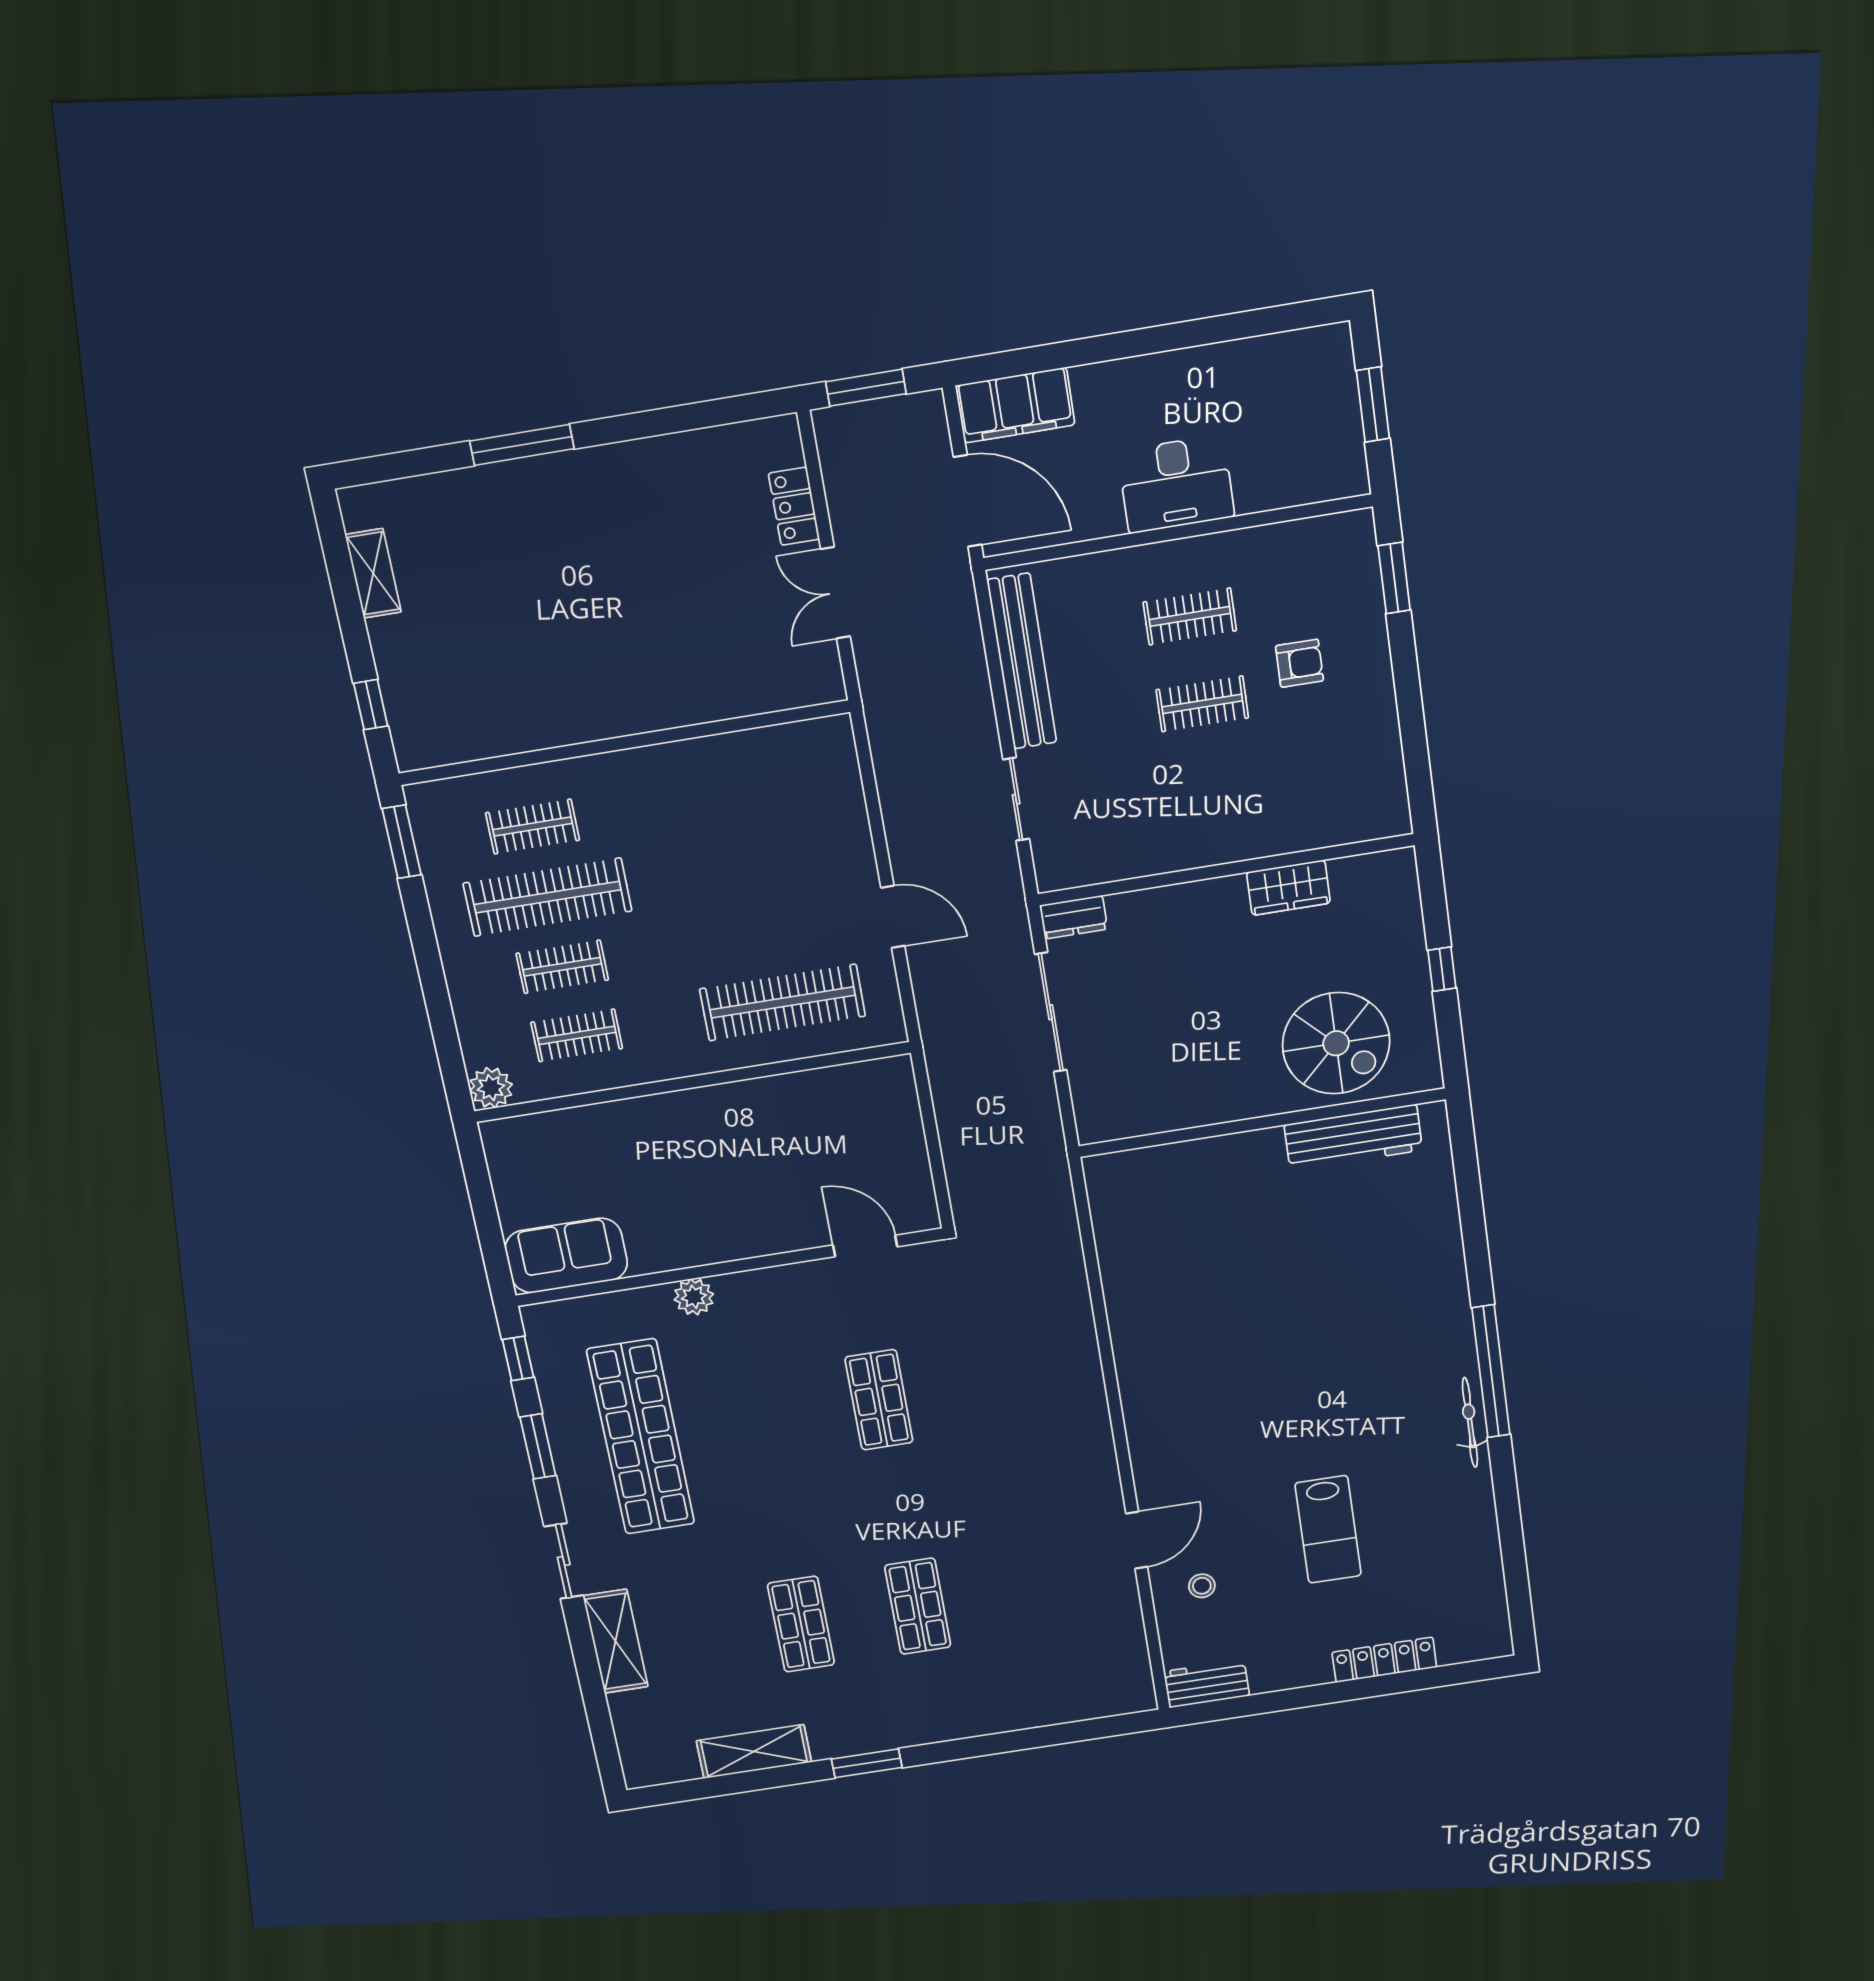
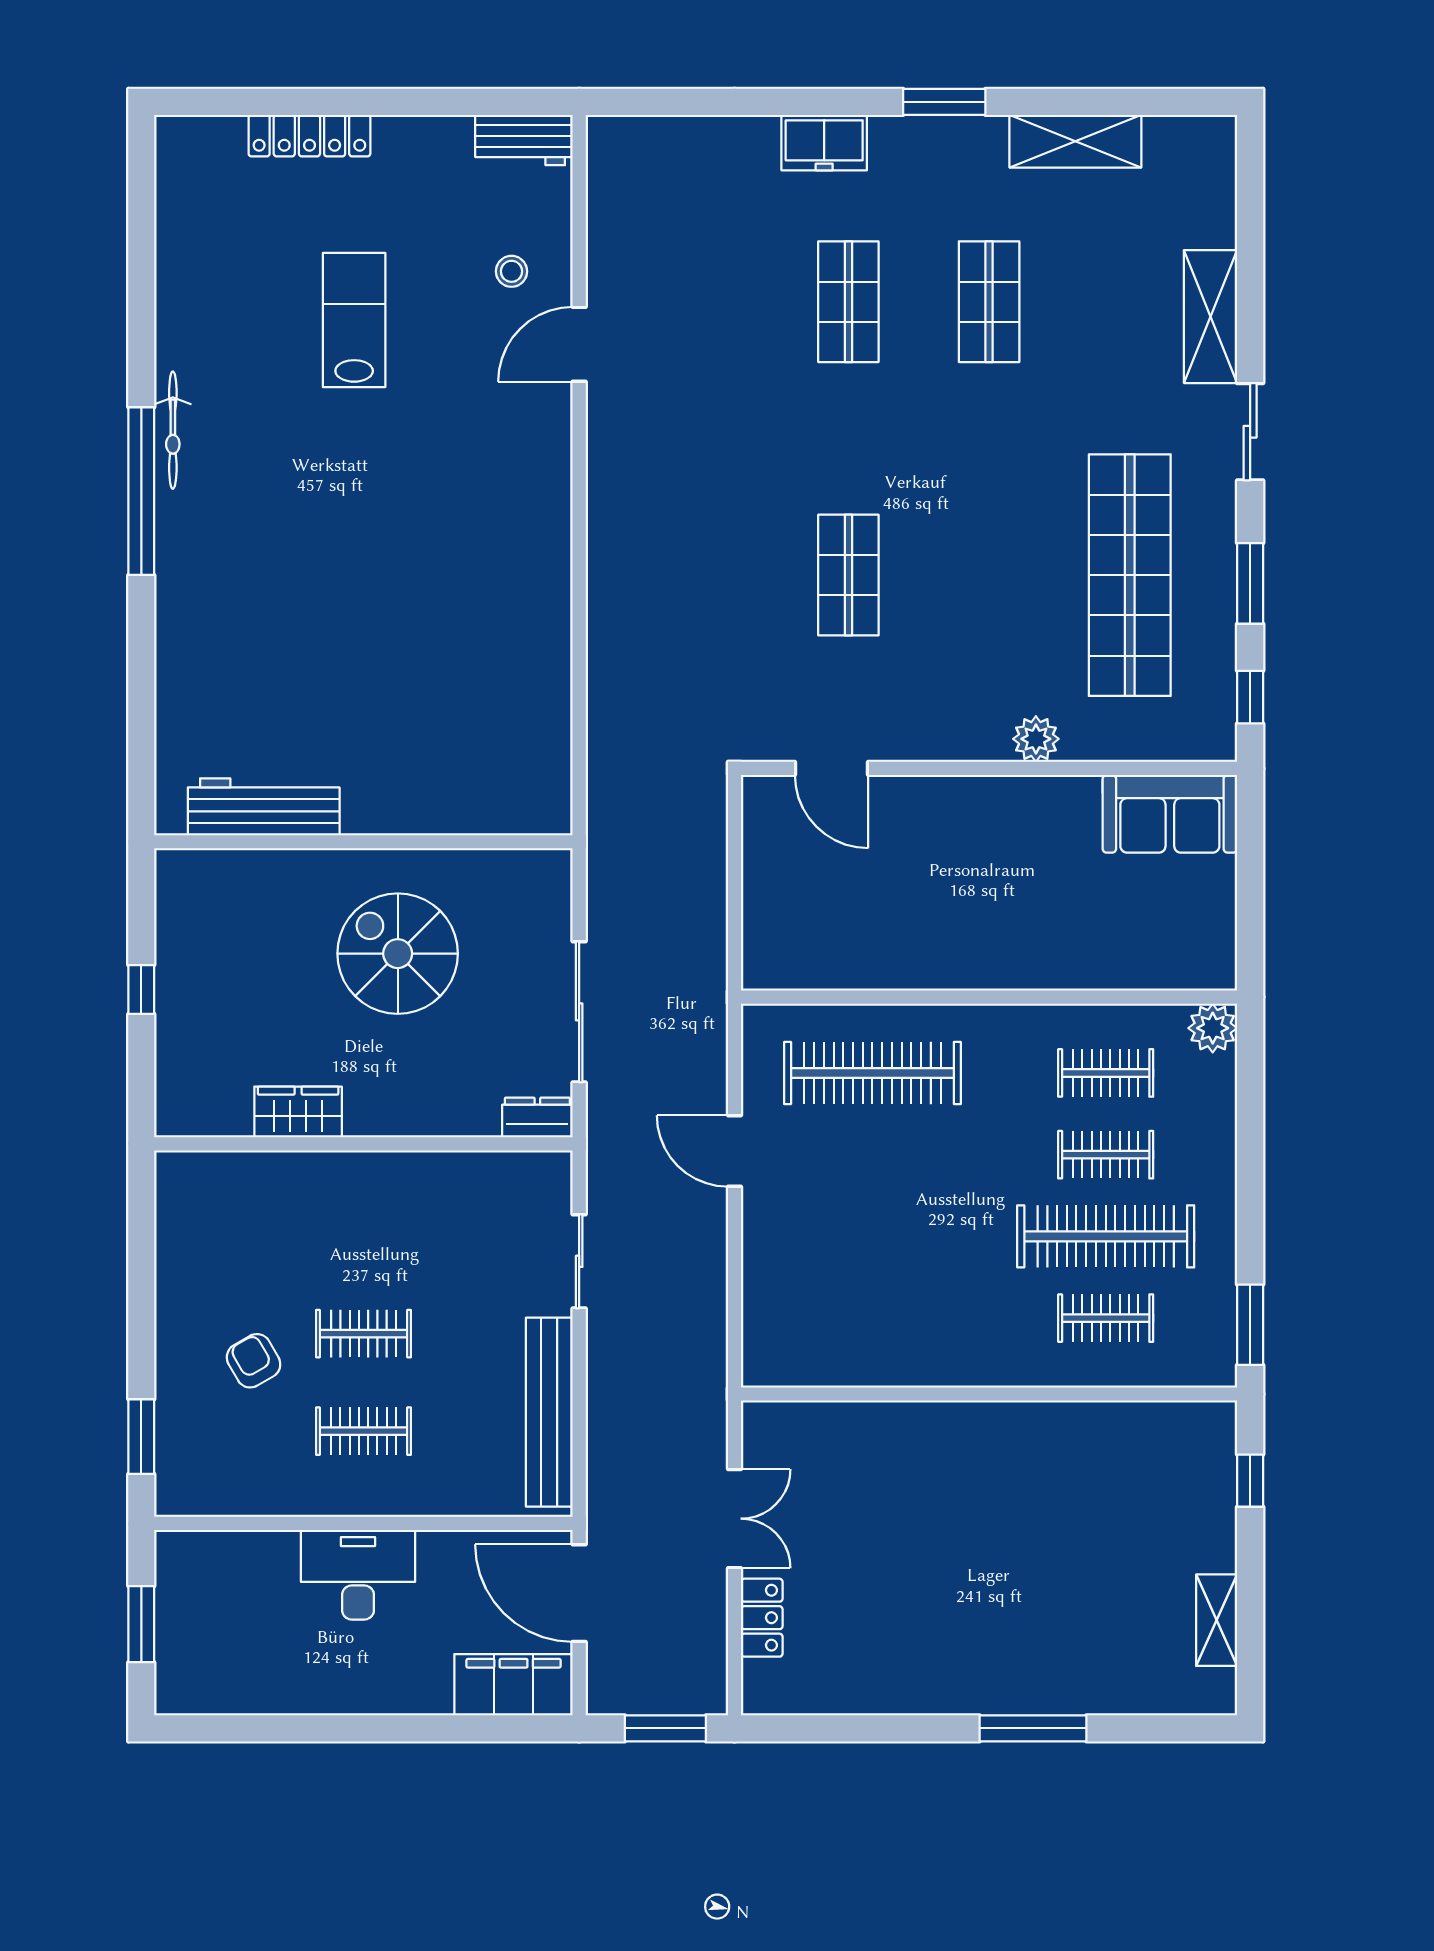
armchair: (1300, 663) -> (254, 1361), turned 60
spiral stairs: (1336, 1043) -> (398, 954), moved
freezer: (959, 1719) -> (824, 143), added

